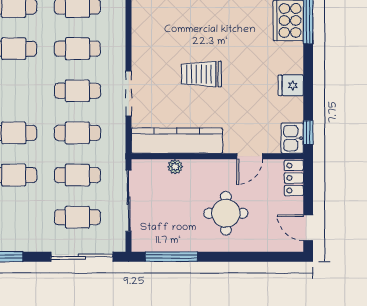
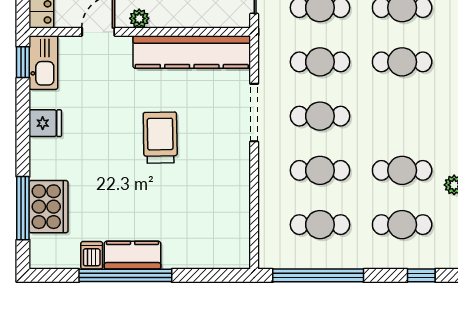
trolley: (202, 74) -> (160, 138), turned -91
kitchen sink: (292, 138) -> (43, 63), width x1.38
plant: (175, 167) -> (139, 18), moved

